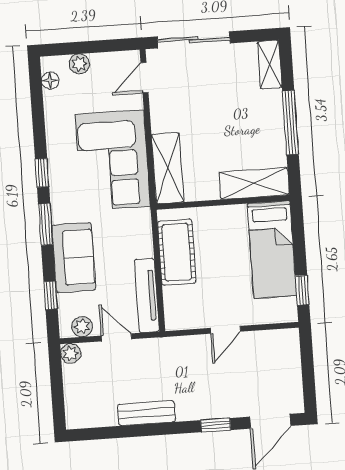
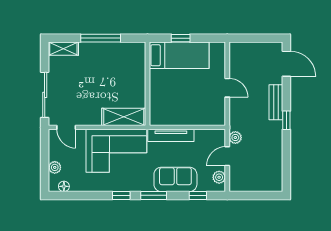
shelving: (254, 183) -> (137, 63), removed
cot: (177, 252) -> (177, 115), removed
window: (302, 290) -> (181, 38), moved
tv unit: (147, 295) -> (171, 135), moved
plant: (71, 353) -> (235, 138), moved
bench: (146, 413) -> (276, 102), moved
window: (216, 425) -> (286, 120), moved

